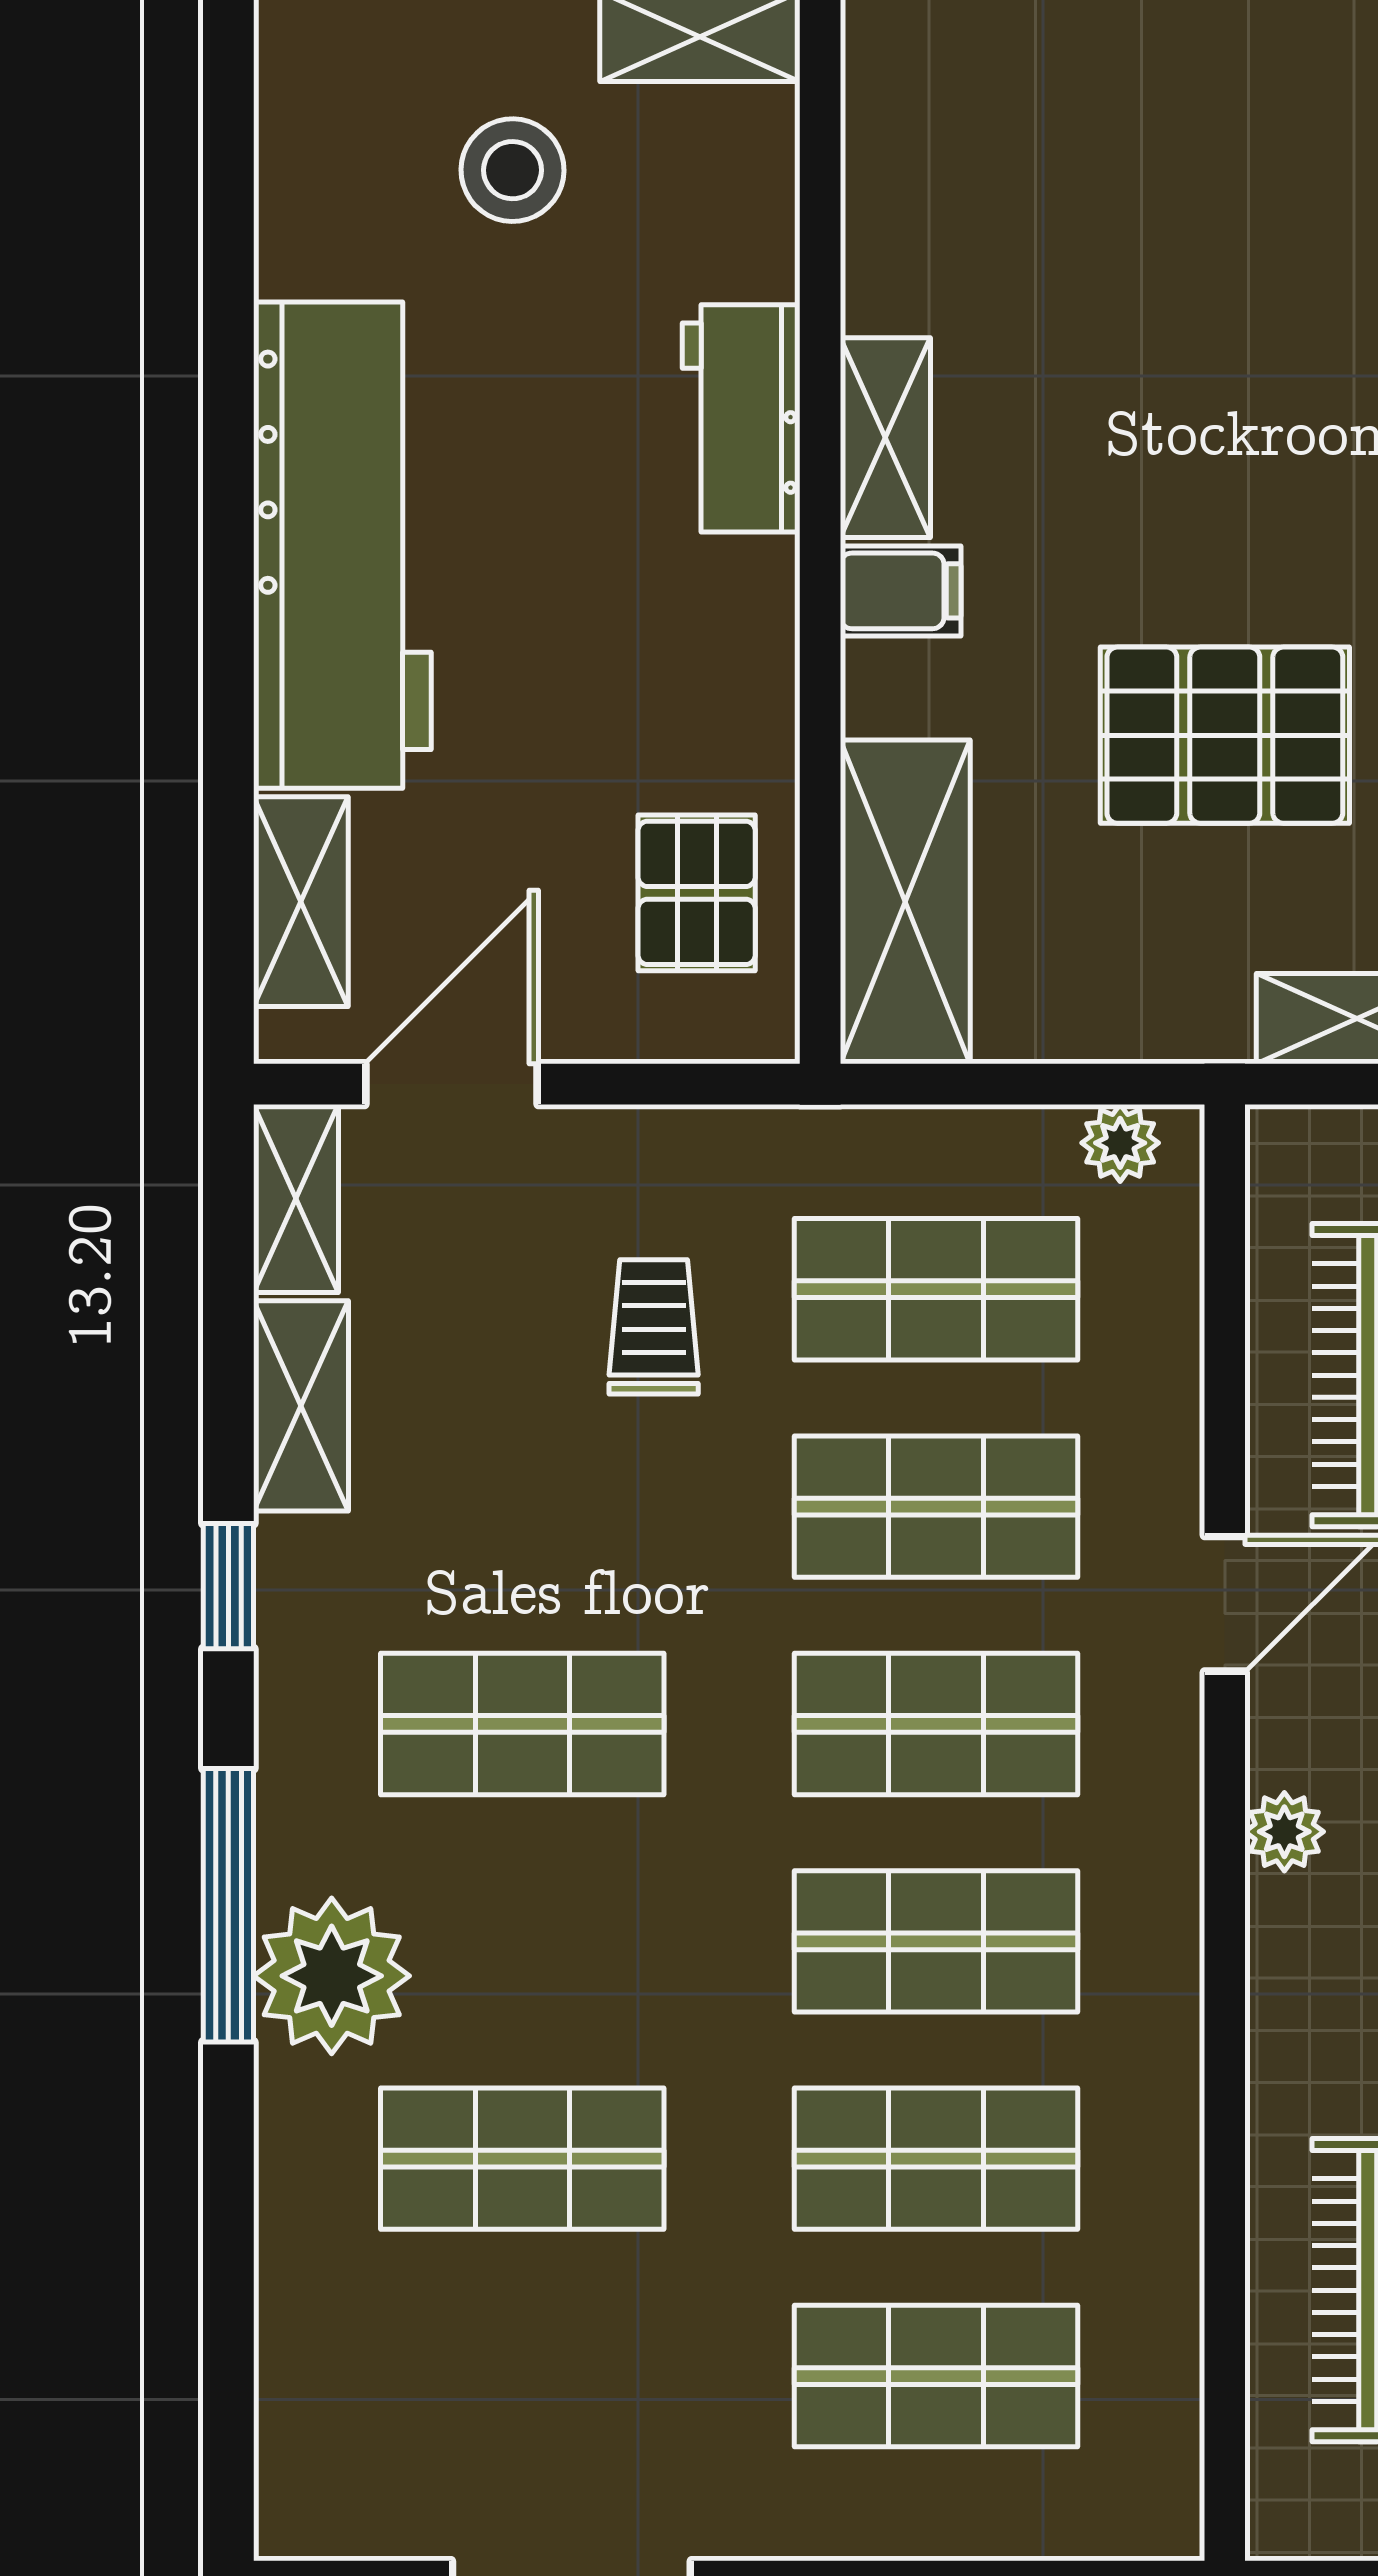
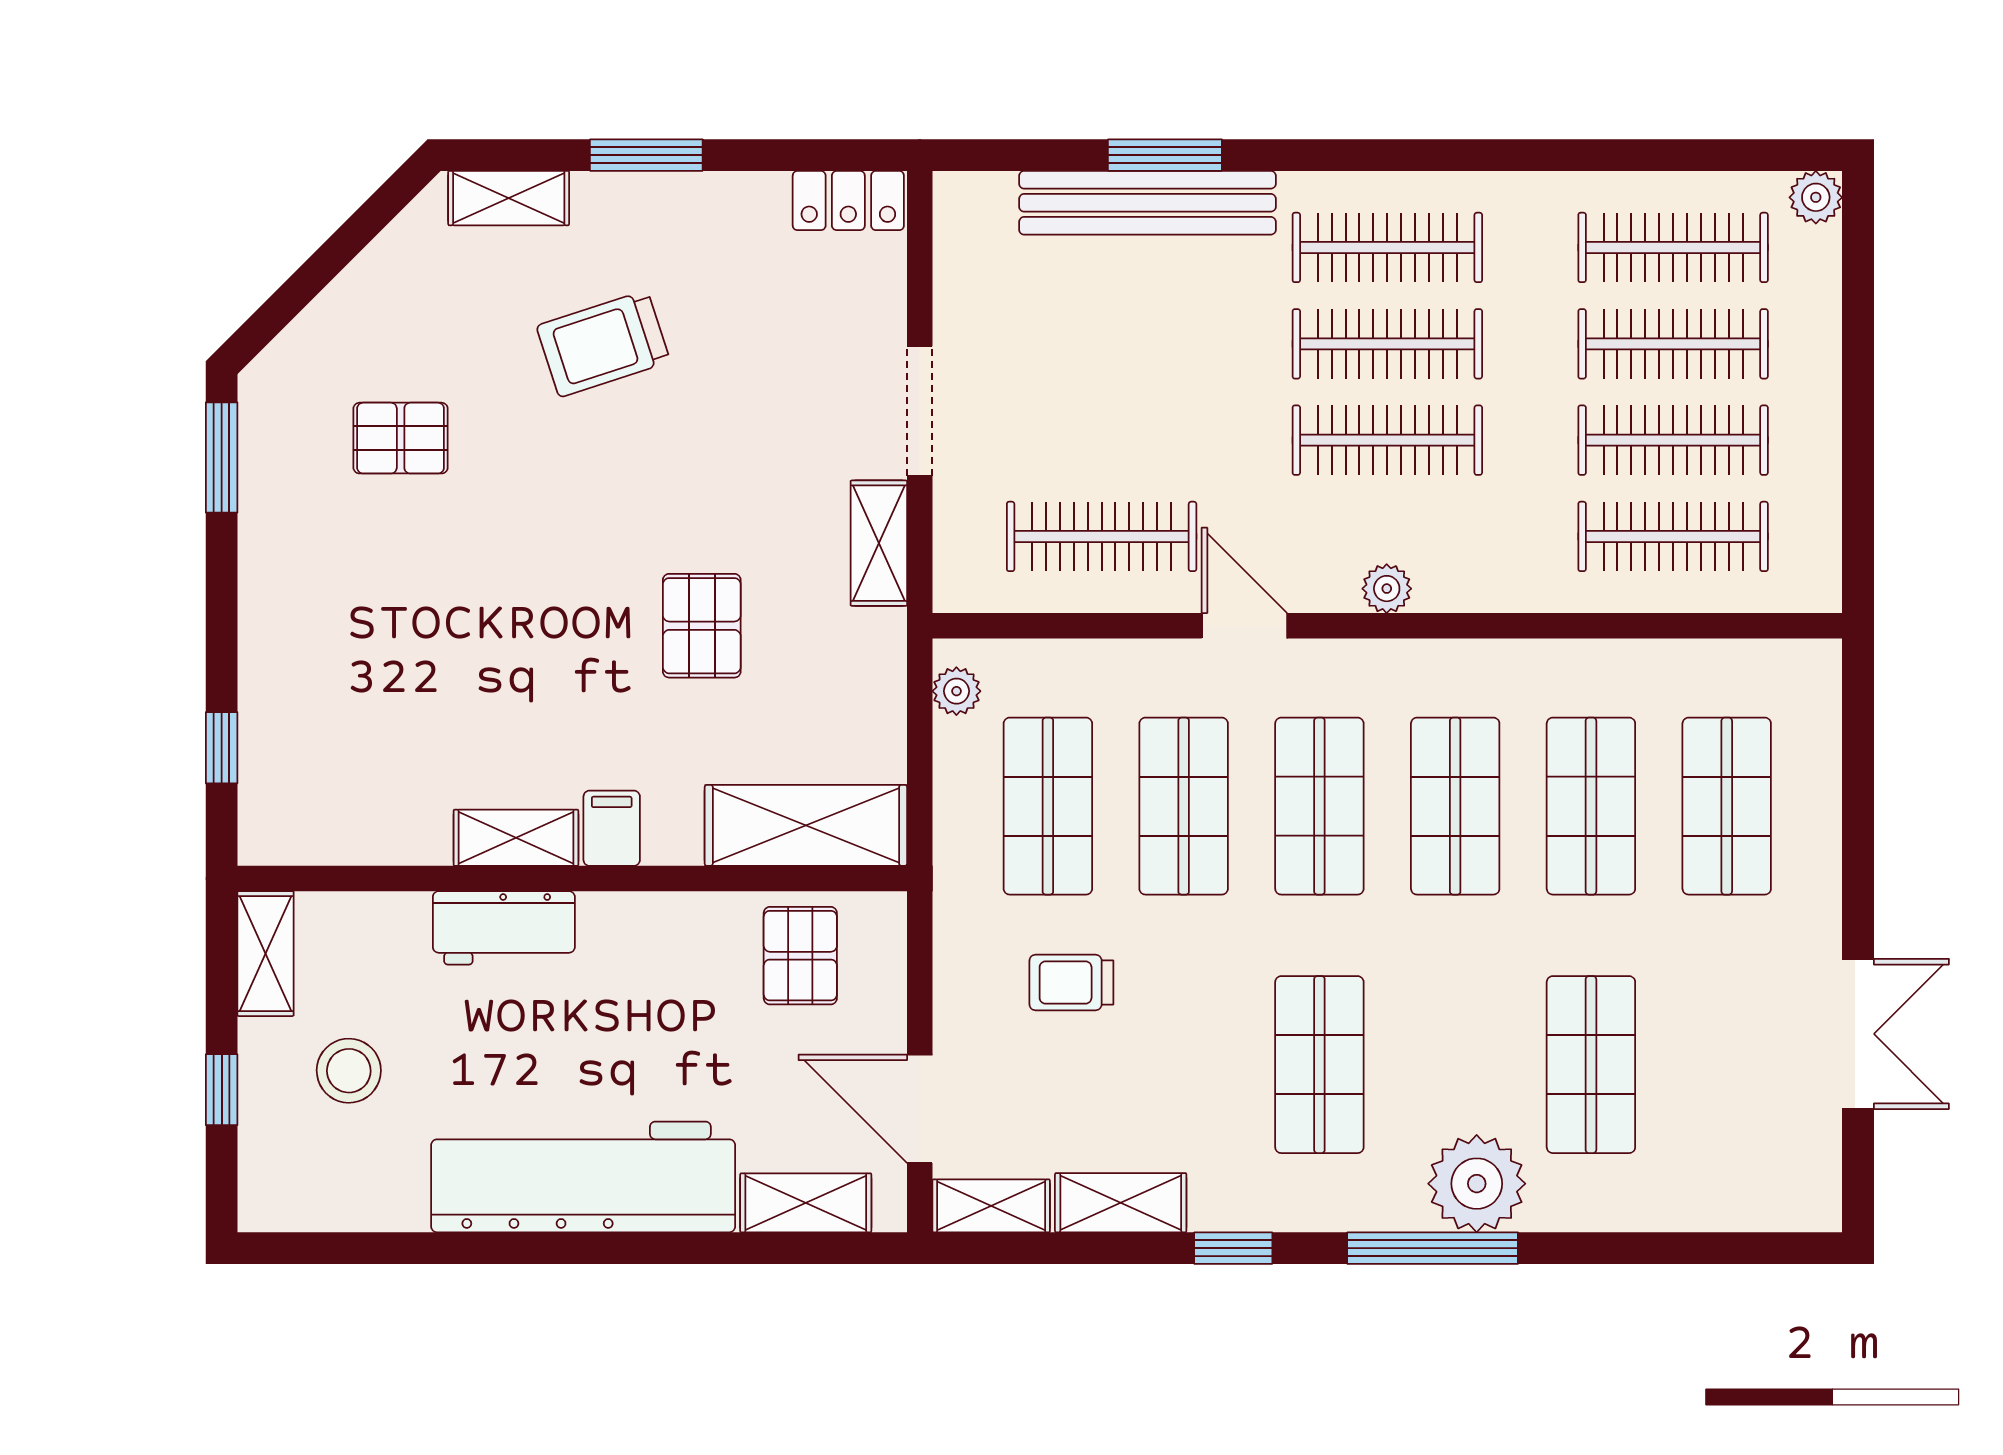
pallet: (1225, 735) -> (702, 626), width x0.67, depth x0.71
pallet: (697, 893) -> (800, 956), turned 90

